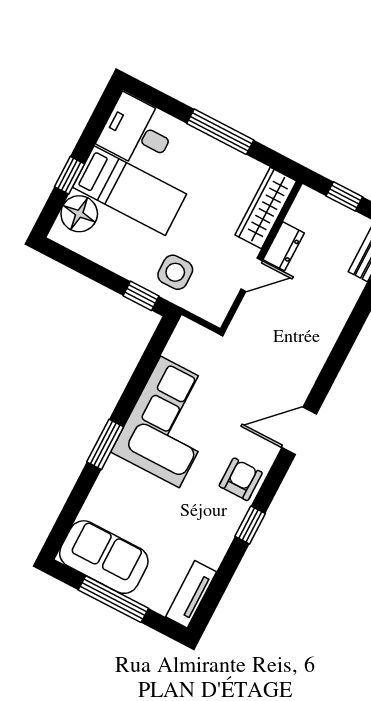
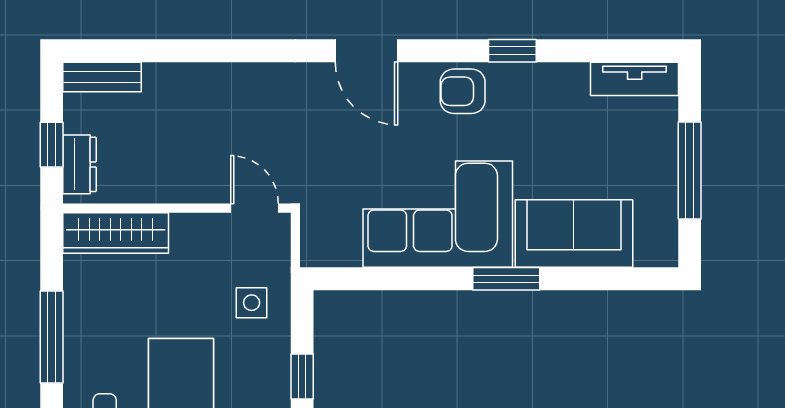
dresser: (284, 246) -> (79, 164), moved, turned 90
side table: (175, 272) -> (252, 303), width x0.73, depth x0.73
door: (252, 275) -> (254, 208), moved
window: (141, 296) -> (302, 377), moved
sofa: (104, 557) -> (574, 234), moved, turned 90

